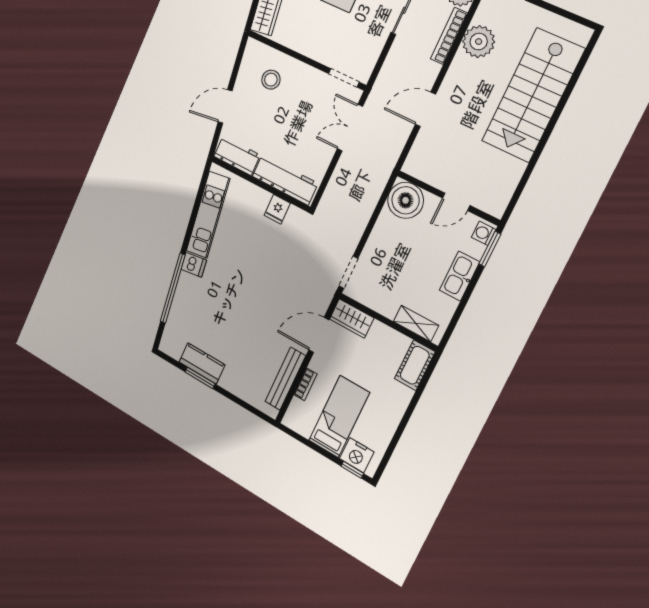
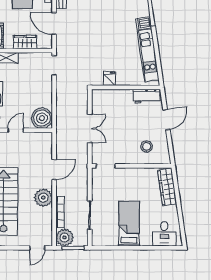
plant: (479, 42) -> (43, 198), moved
double door: (350, 128) -> (90, 128), moved
workbench: (285, 180) -> (113, 97), removed
wardrobe: (352, 318) -> (25, 42), moved
door: (319, 335) -> (54, 24), swing flipped

